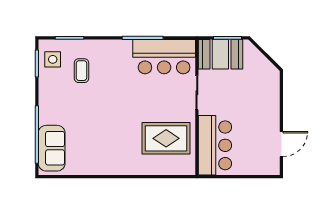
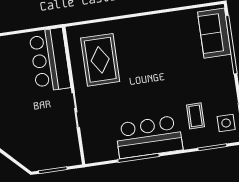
booth: (220, 54) -> (57, 153), removed
bar counter: (164, 57) -> (149, 137), moved
rug: (166, 138) -> (100, 60), turned 90

